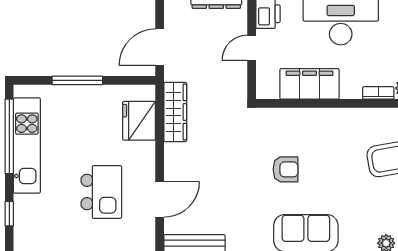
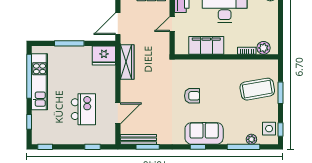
fridge: (139, 121) -> (104, 55), moved, turned -90

